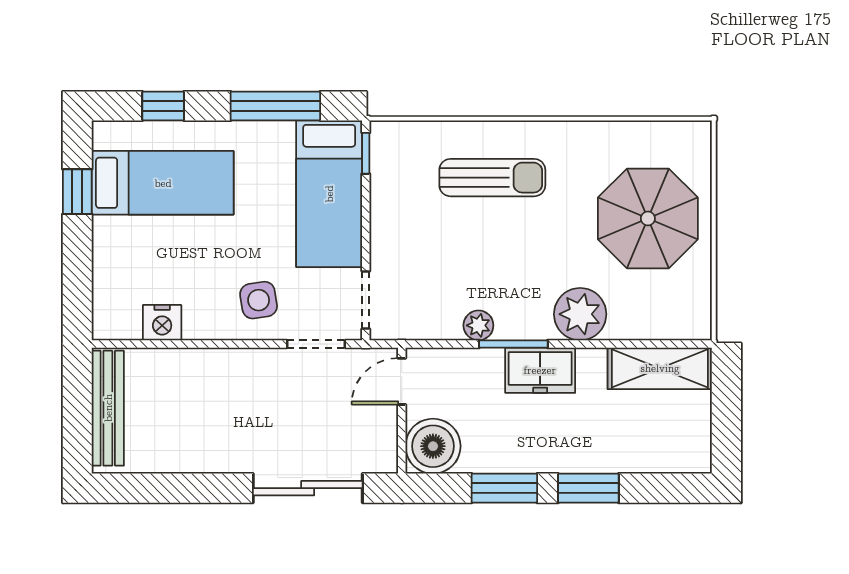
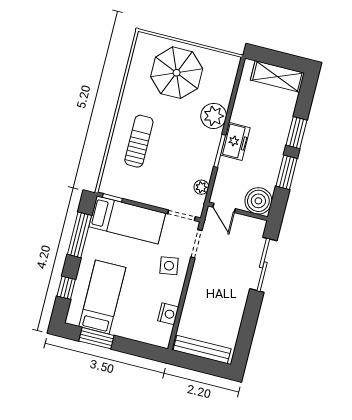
window: (77, 192) -> (96, 338), width x1.50
plant: (478, 325) -> (201, 187), moved
shelving: (660, 368) -> (277, 76), moved, turned 90

